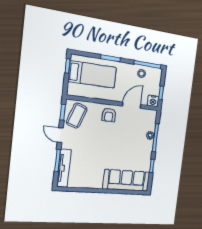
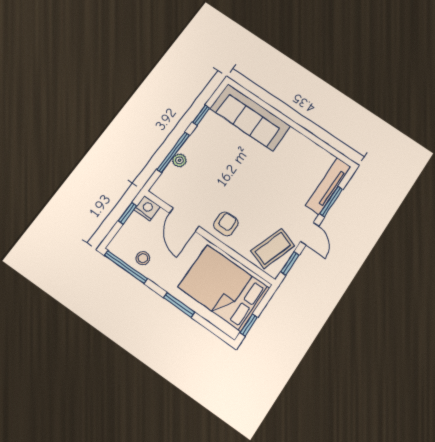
bed: (93, 74) -> (224, 288), width x1.50
door: (132, 105) -> (184, 220), hinge flipped

